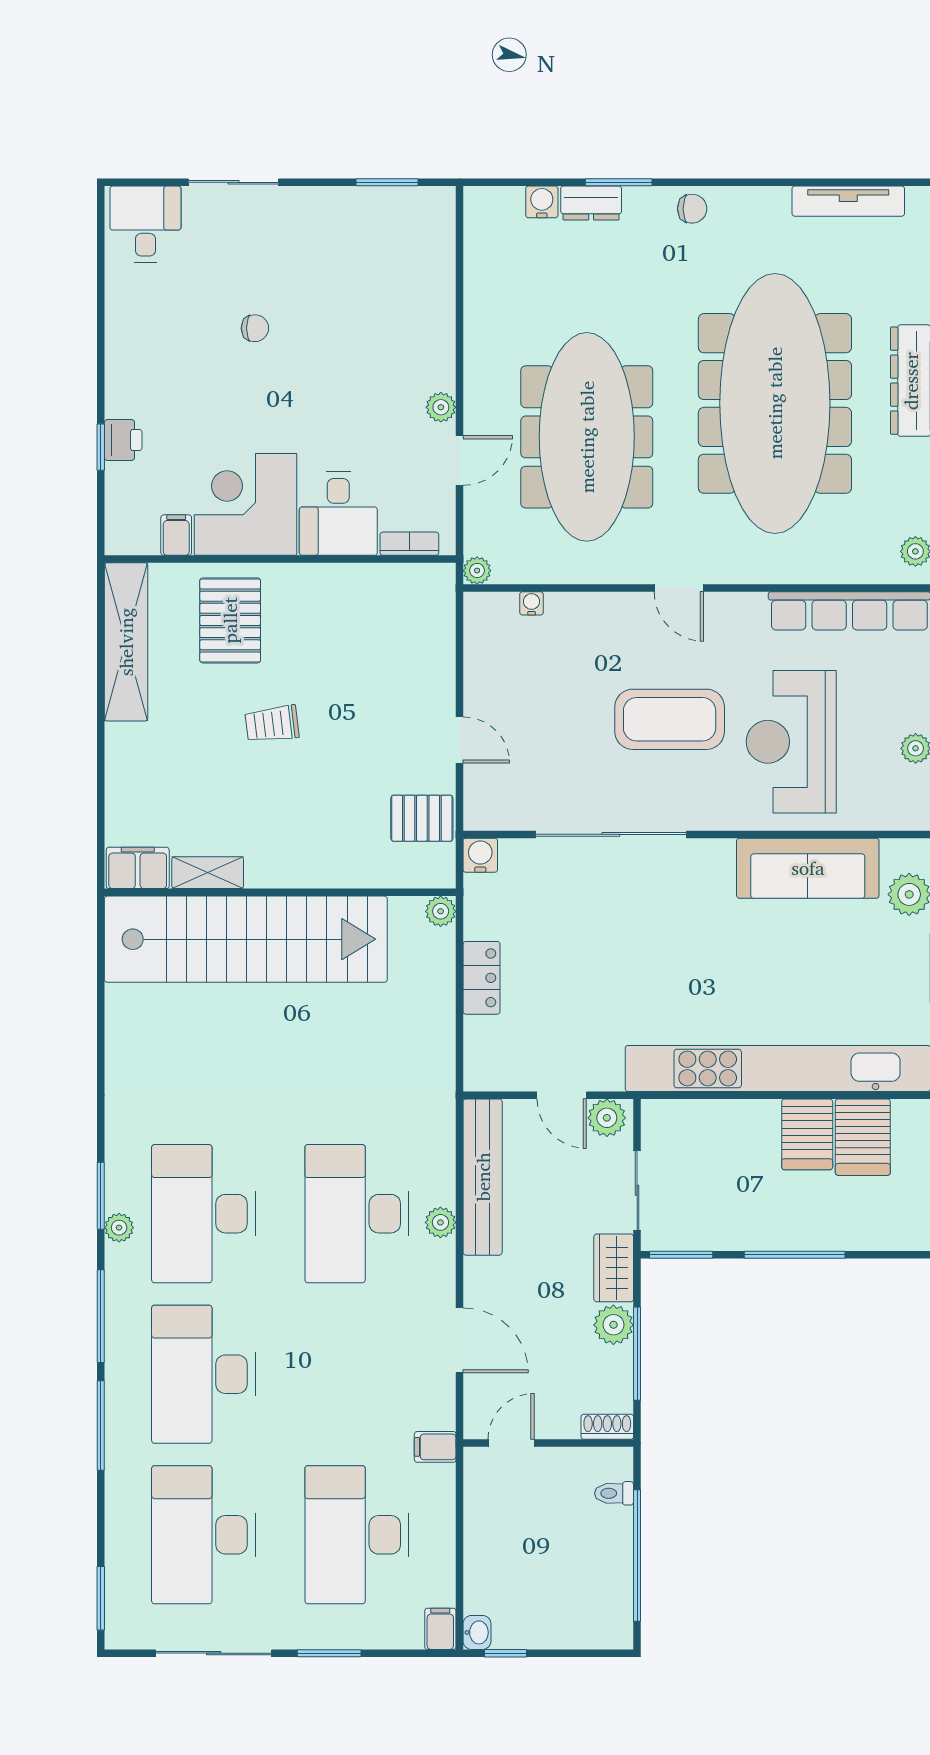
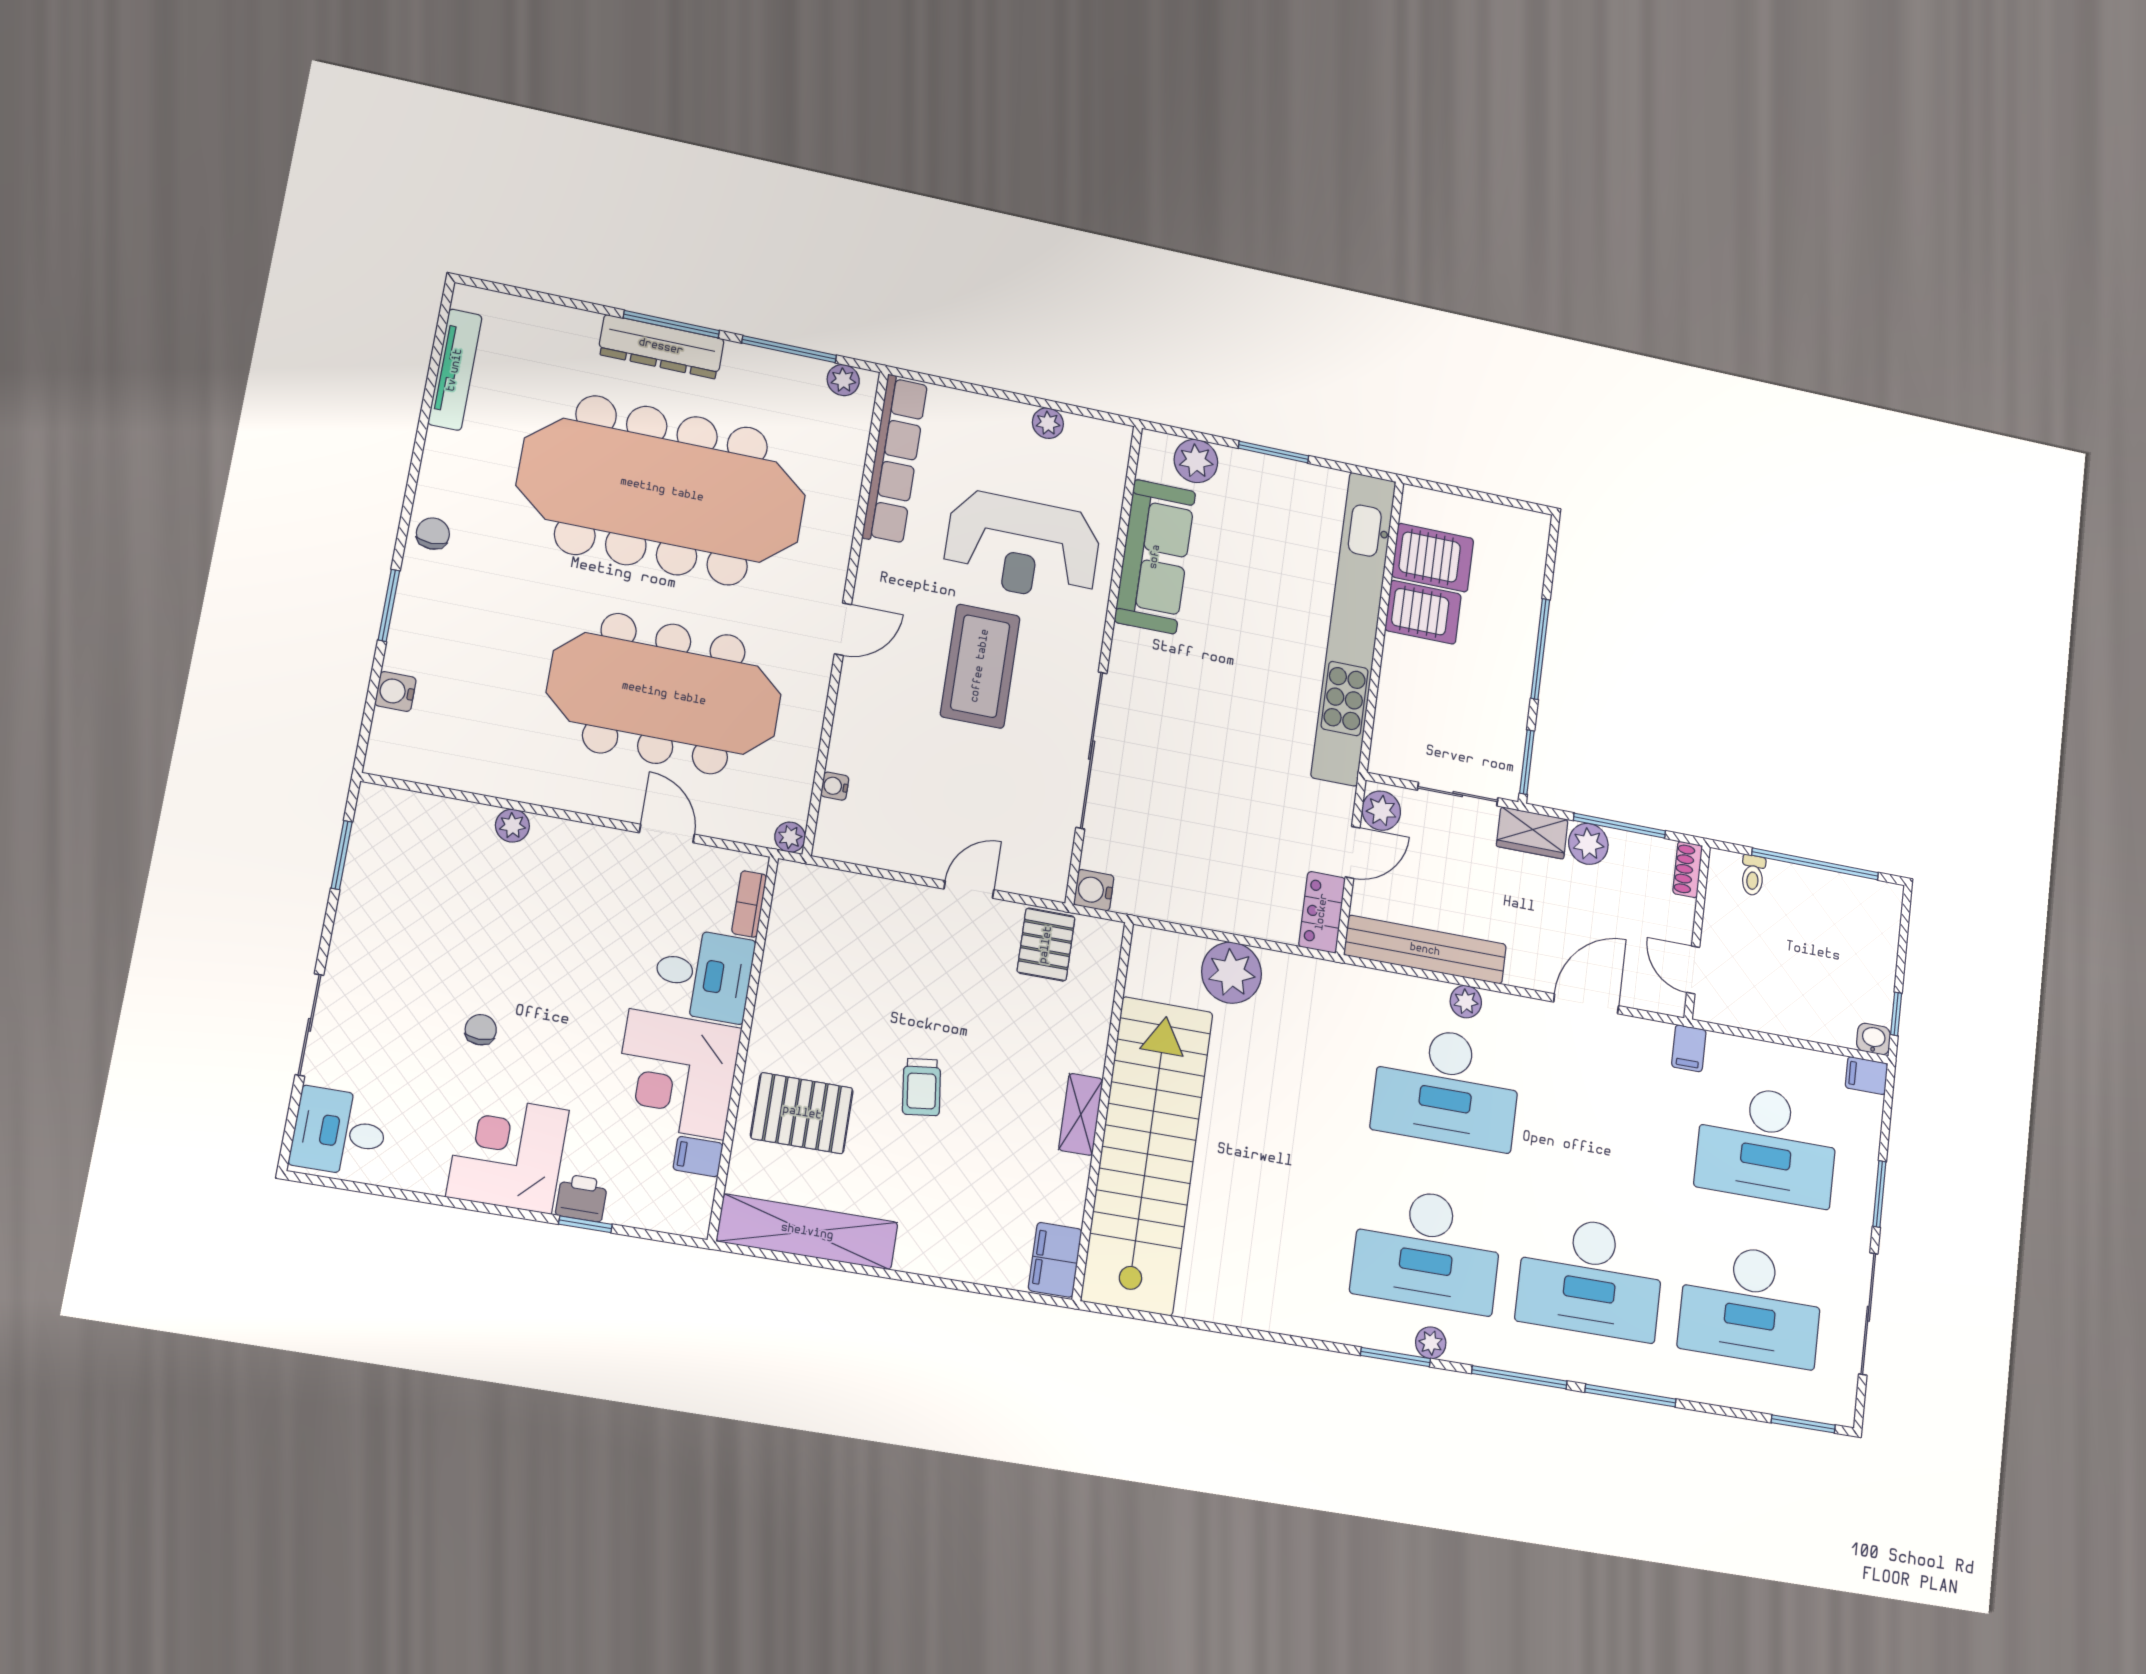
dresser: (591, 203) -> (406, 639), removed
corner desk: (151, 370) -> (508, 1153), added
plant: (441, 407) -> (512, 826), moved
shelving: (208, 873) -> (1081, 1114), moved
plant: (441, 911) -> (1232, 973), moved, width x1.87, depth x1.87
locker: (482, 978) -> (1322, 912), moved, turned -90

